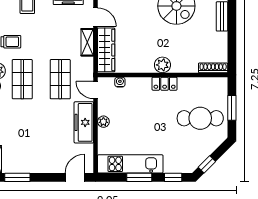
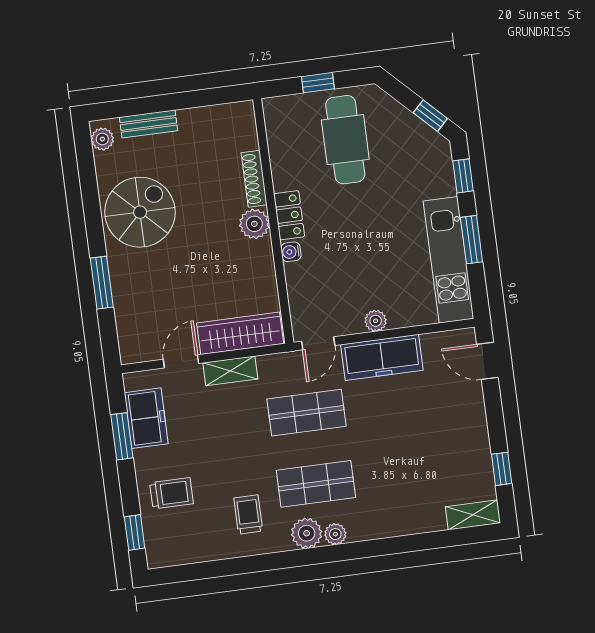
shoe rack: (213, 68) -> (254, 179), moved
water cooler: (120, 82) -> (291, 252), moved
window: (232, 108) -> (318, 83), width x0.67
window: (17, 177) -> (502, 469), width x0.67

